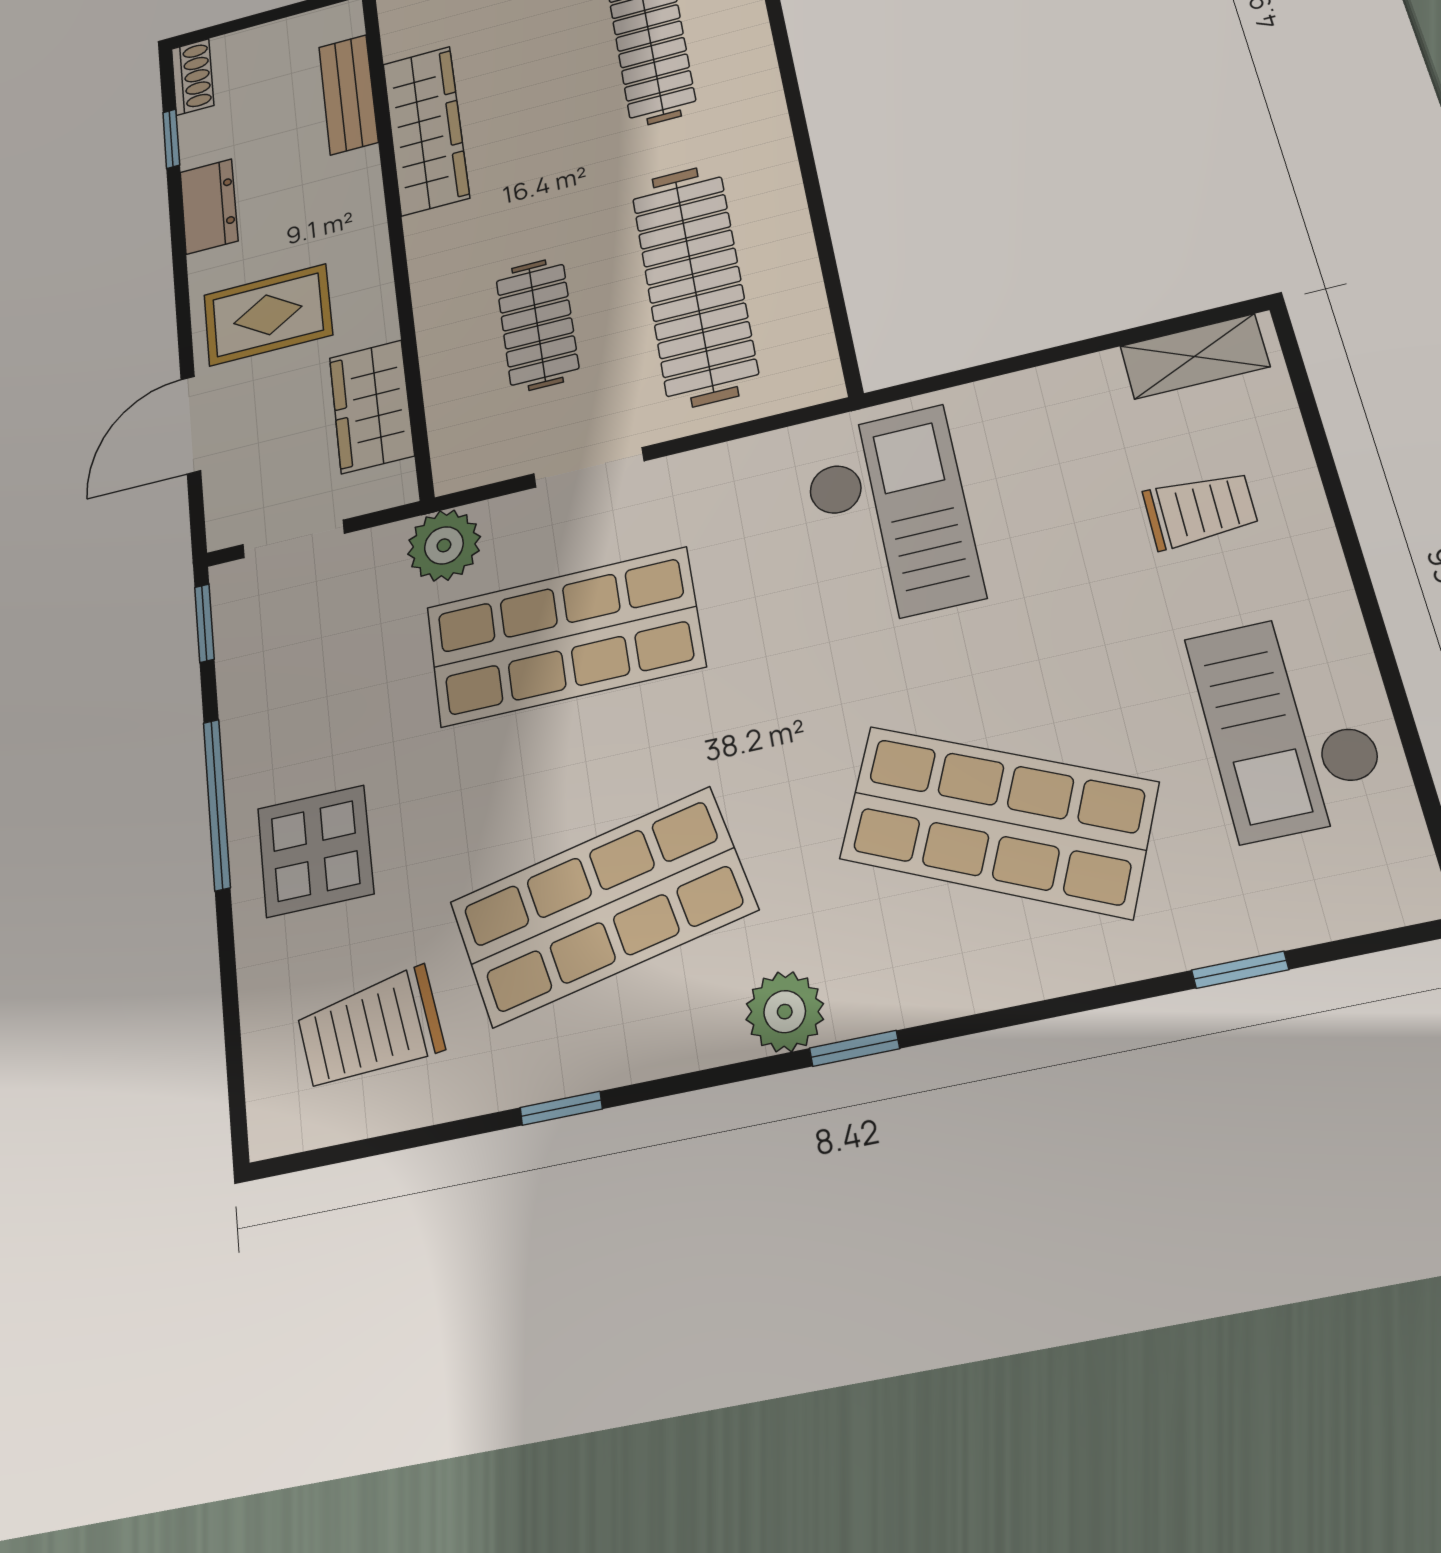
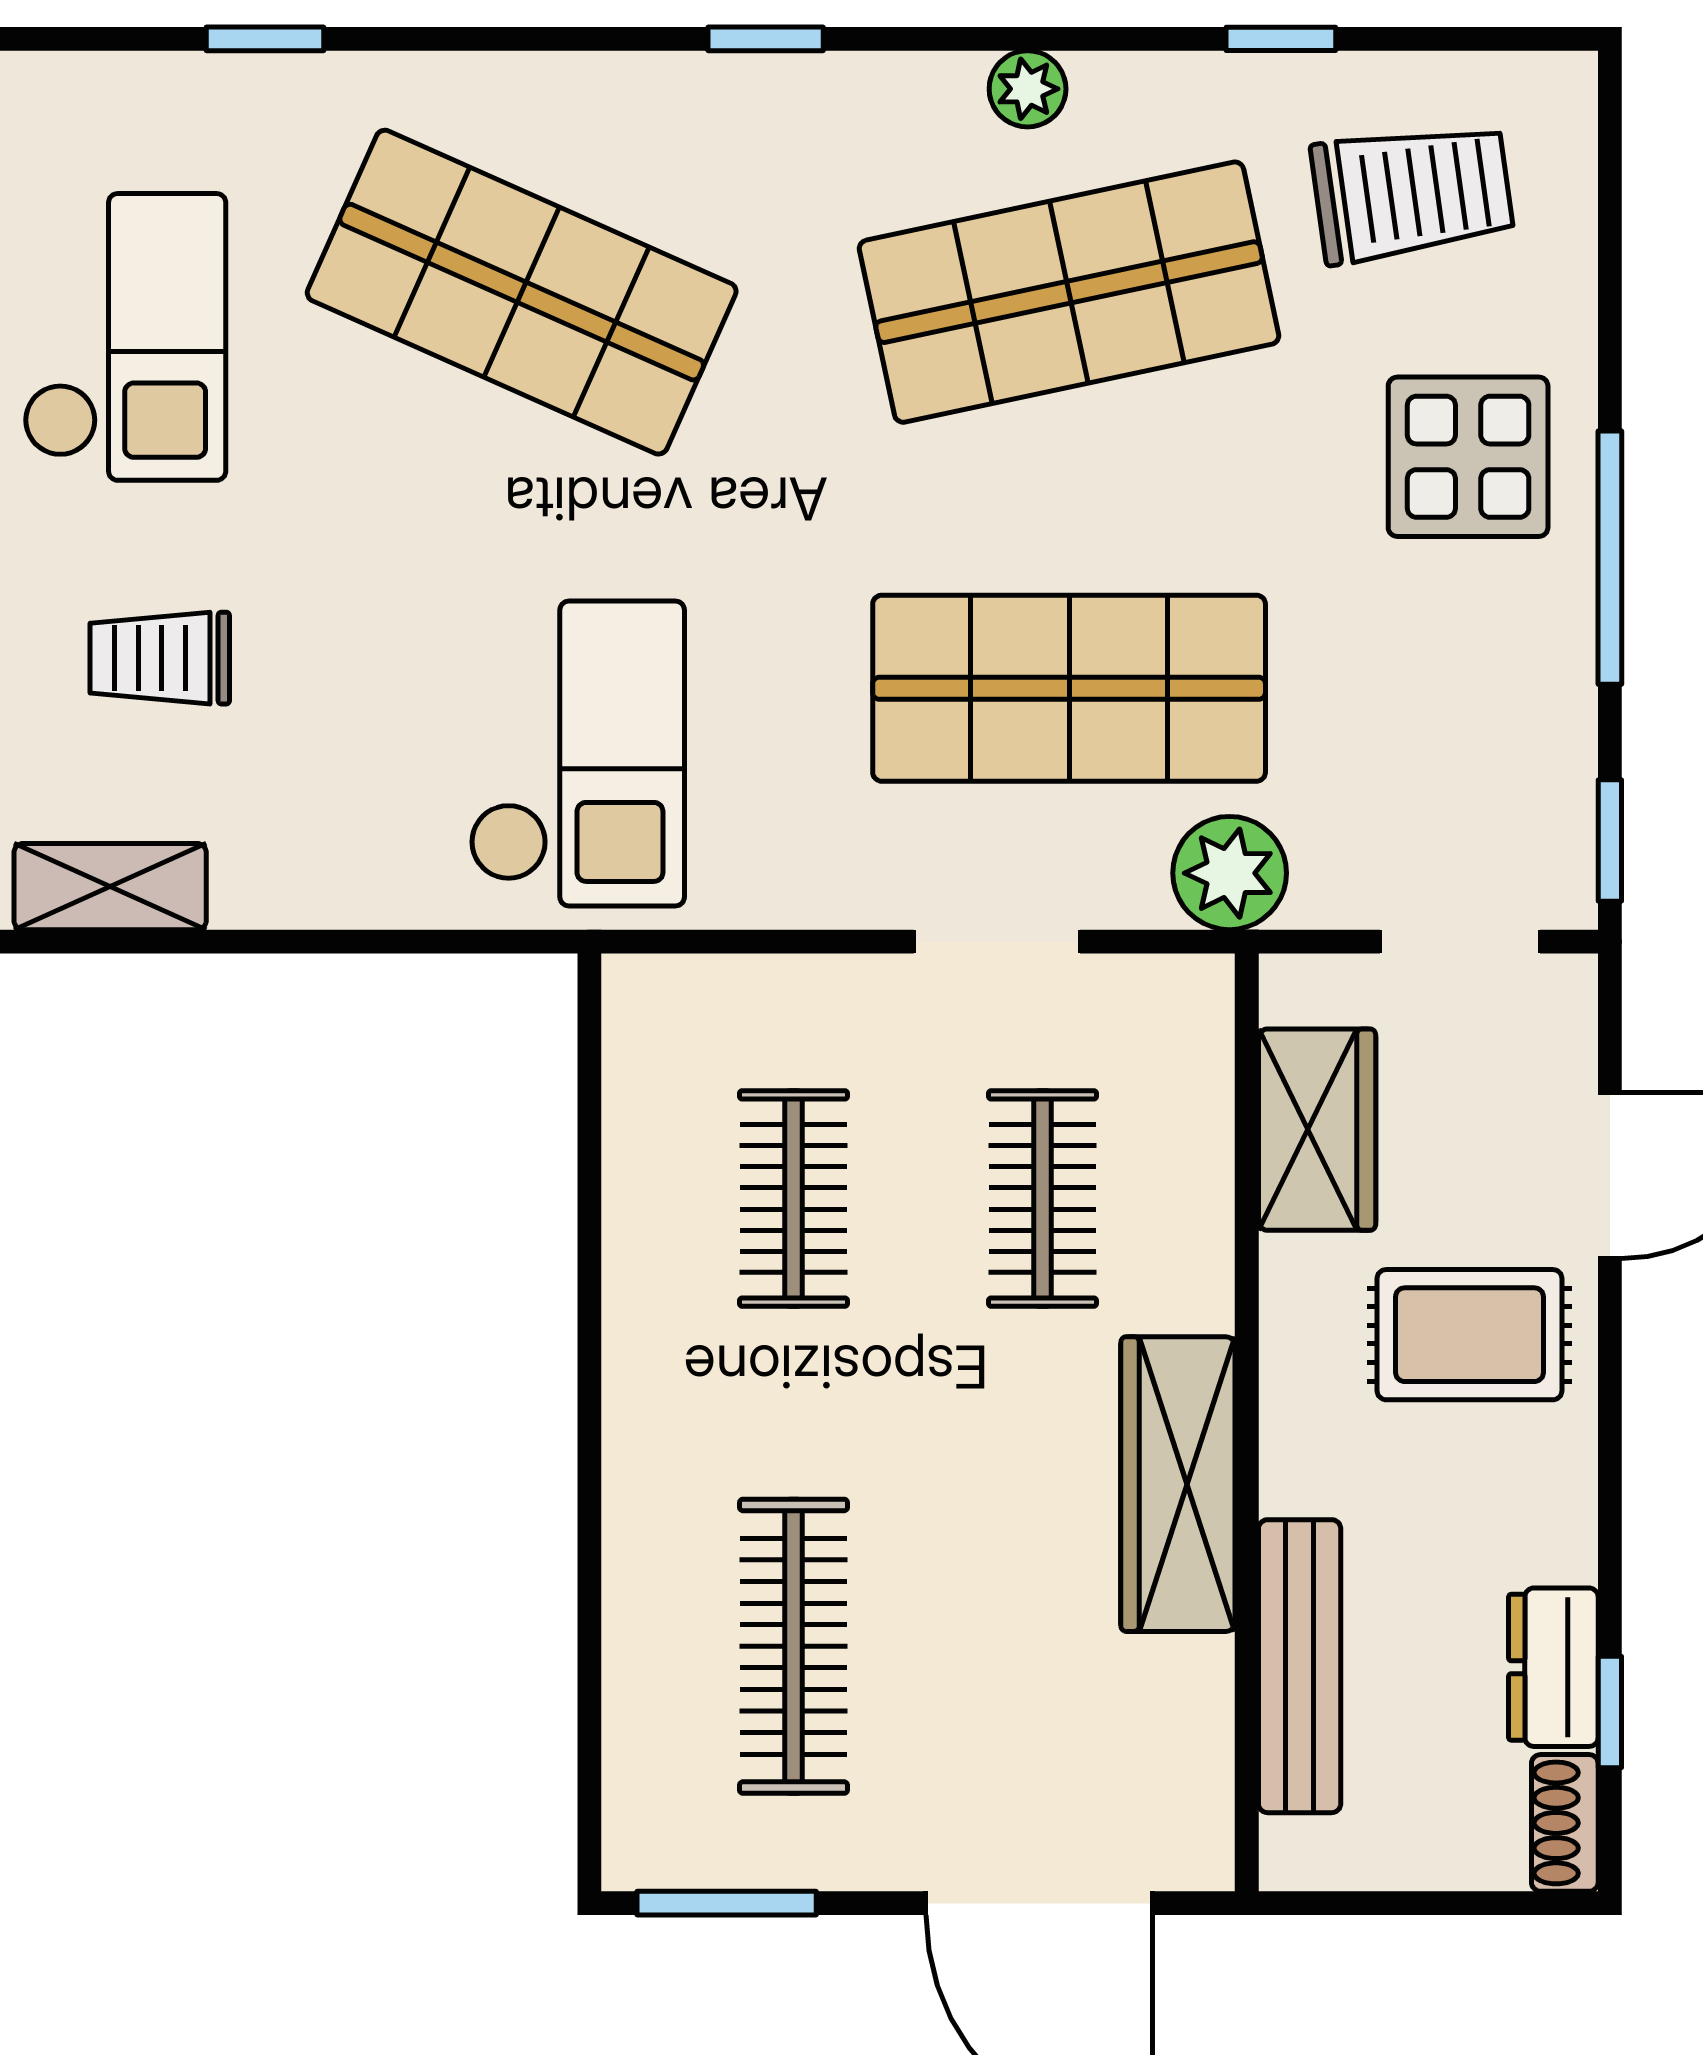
bench: (348, 94) -> (1300, 1666), width x1.36
wardrobe: (426, 130) -> (1178, 1484), moved
dresser: (209, 206) -> (1553, 1667), moved
clothes rail: (695, 285) -> (794, 1198), width x0.54, depth x0.76
checkout: (891, 517) -> (577, 753), turned 180
plant: (785, 1012) -> (1028, 89), moved, width x0.73, depth x0.73
window: (561, 1108) -> (1281, 39), moved

